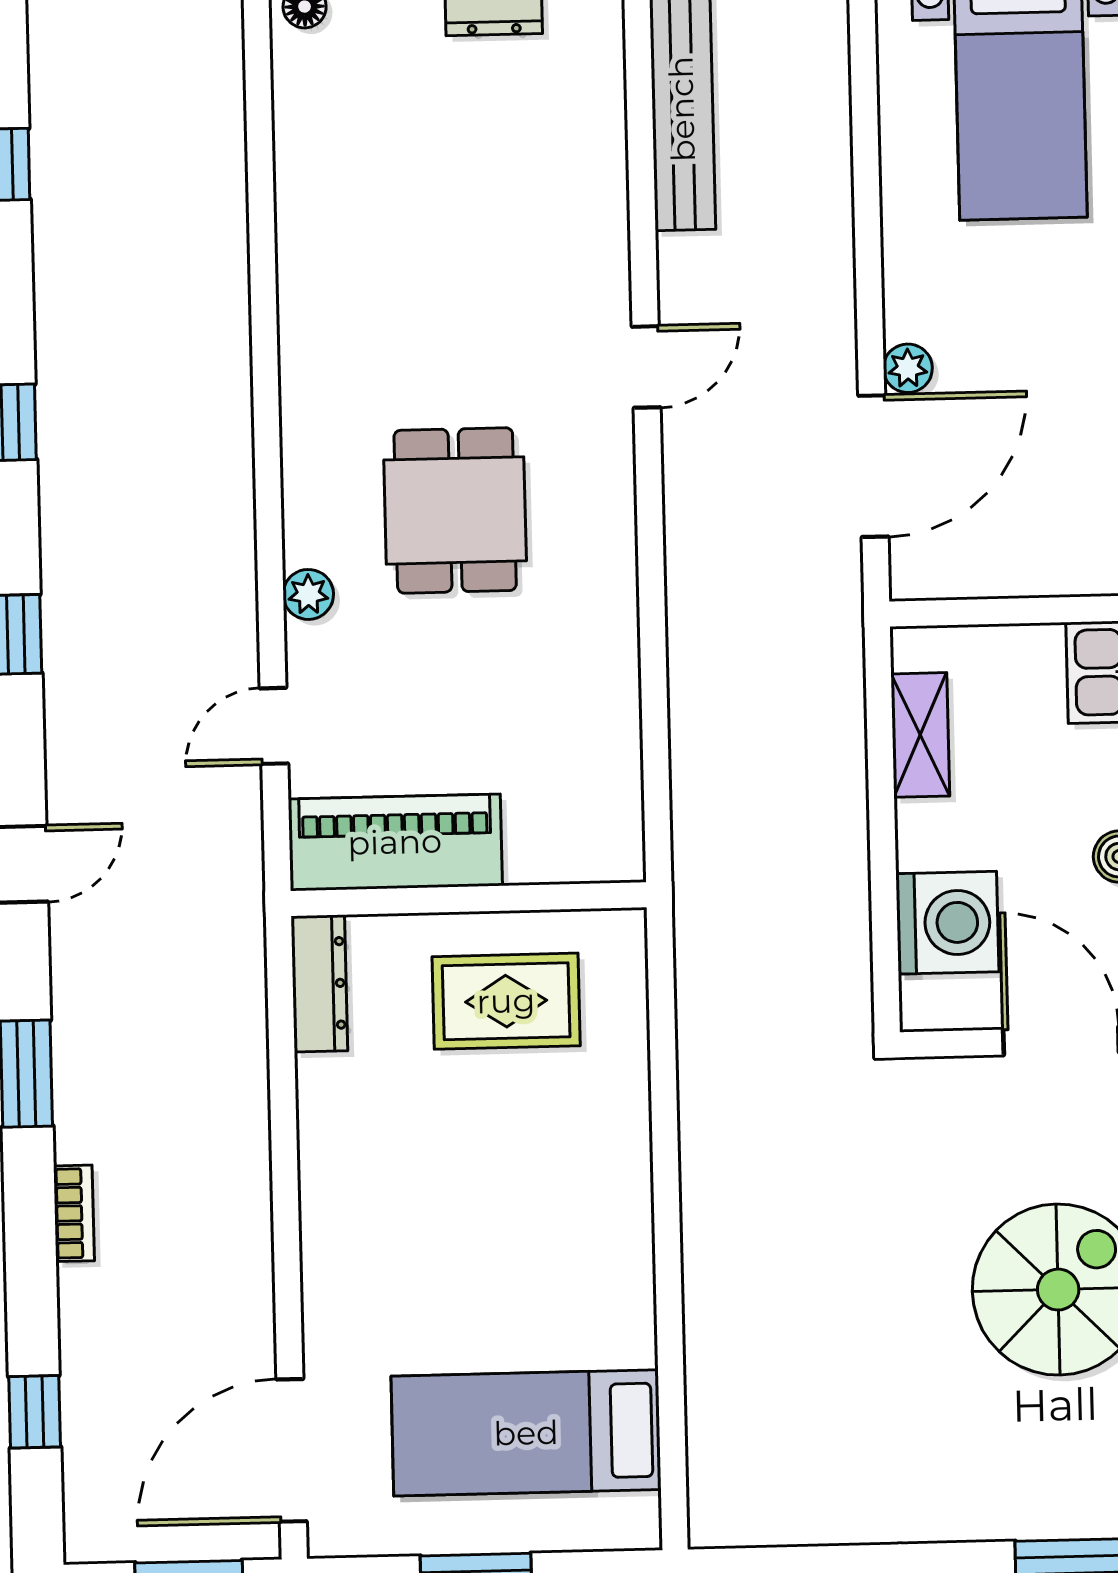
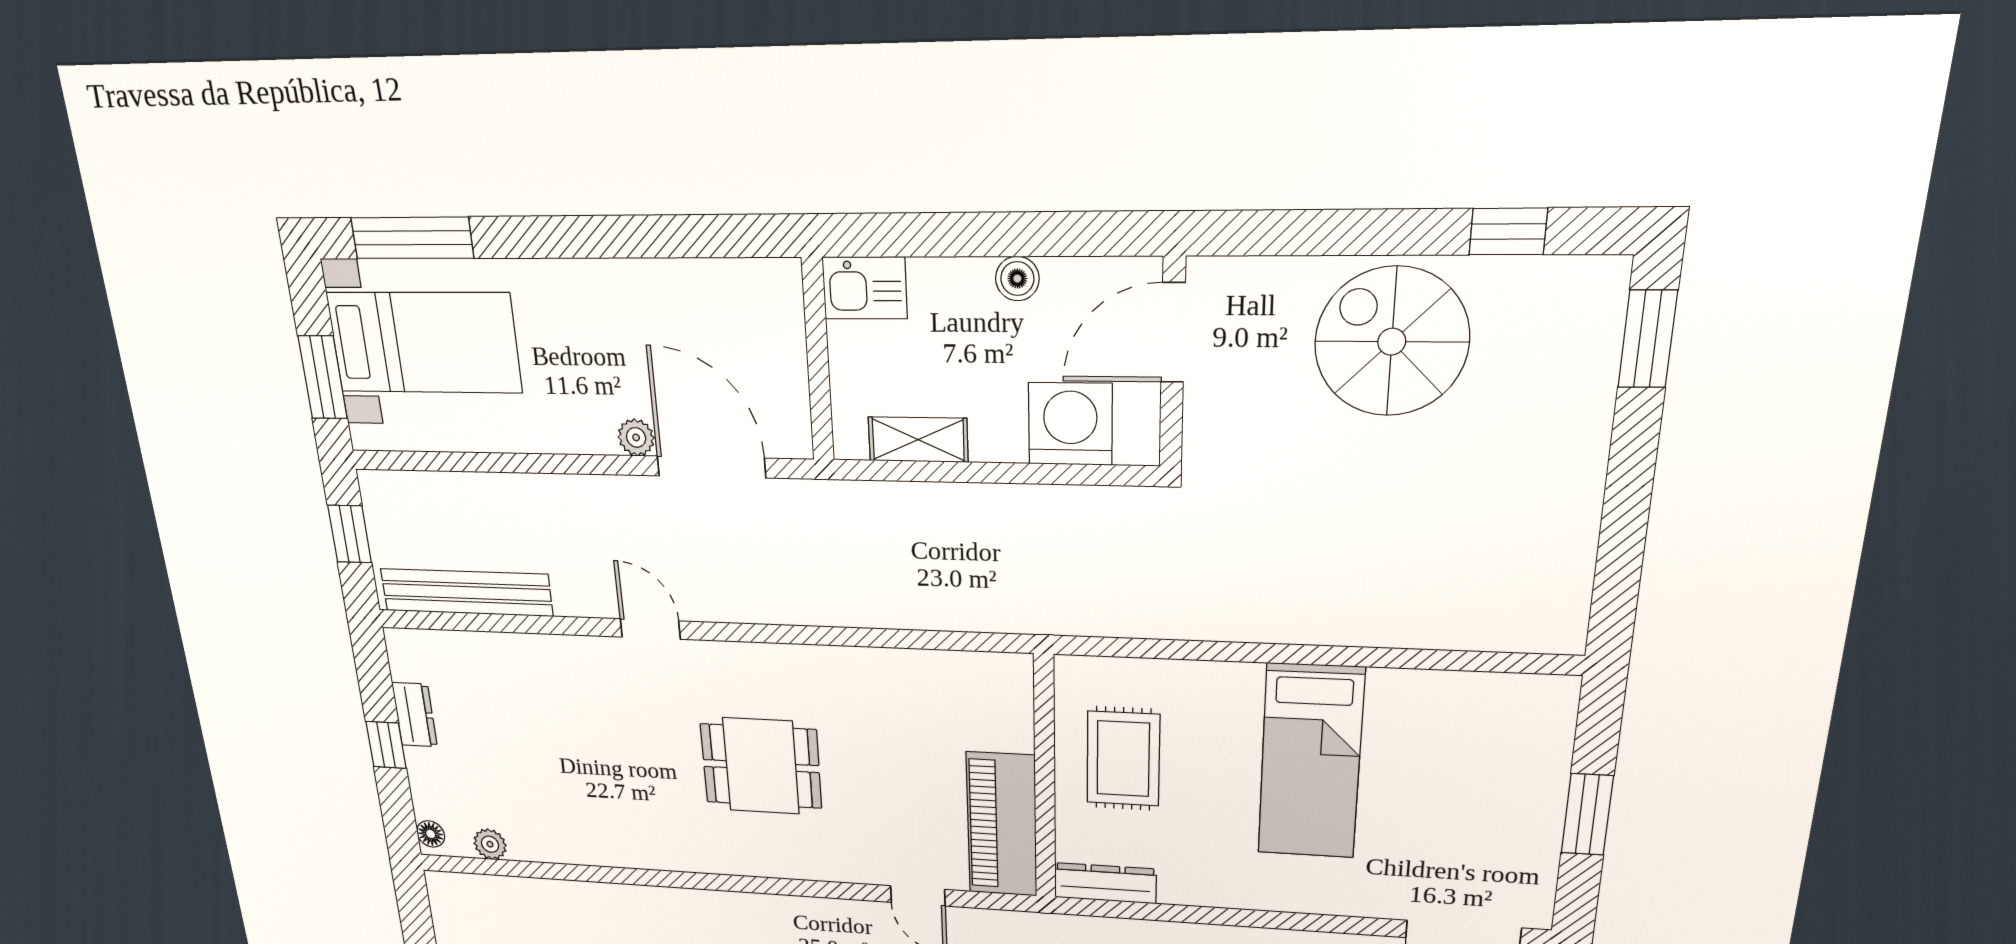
plant: (308, 594) -> (490, 844), moved
bed: (526, 1433) -> (1311, 762), moved

